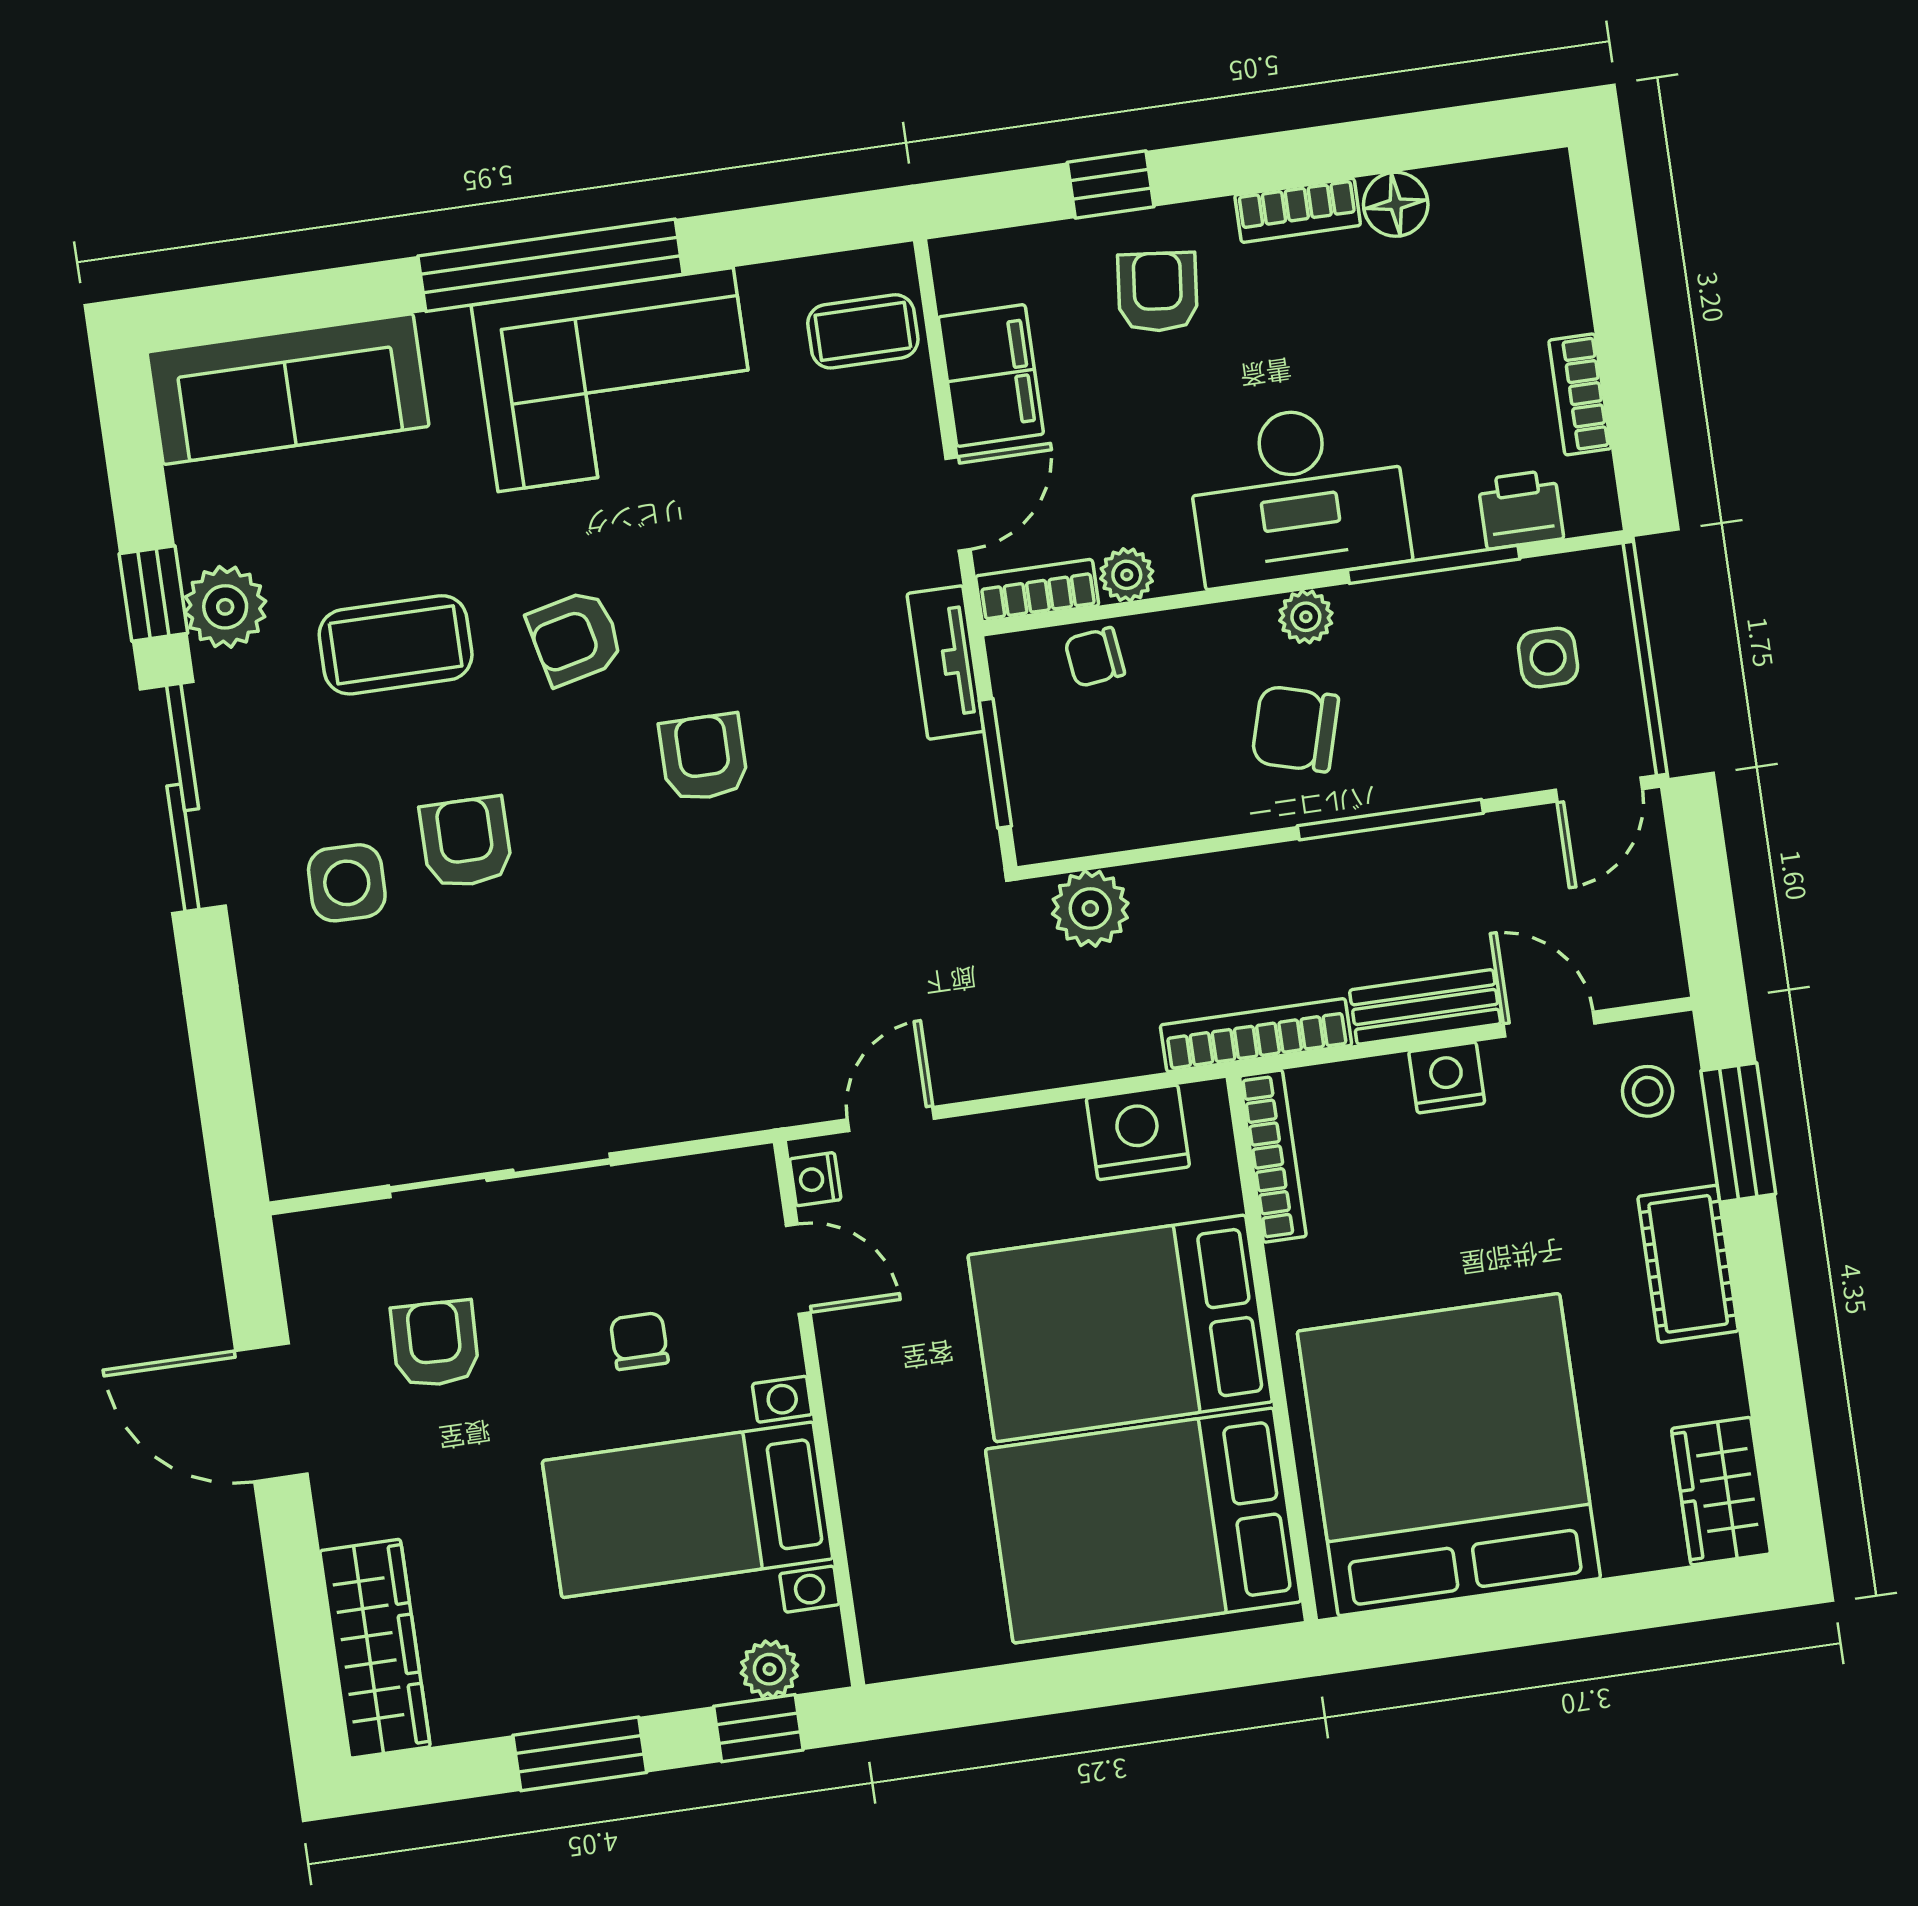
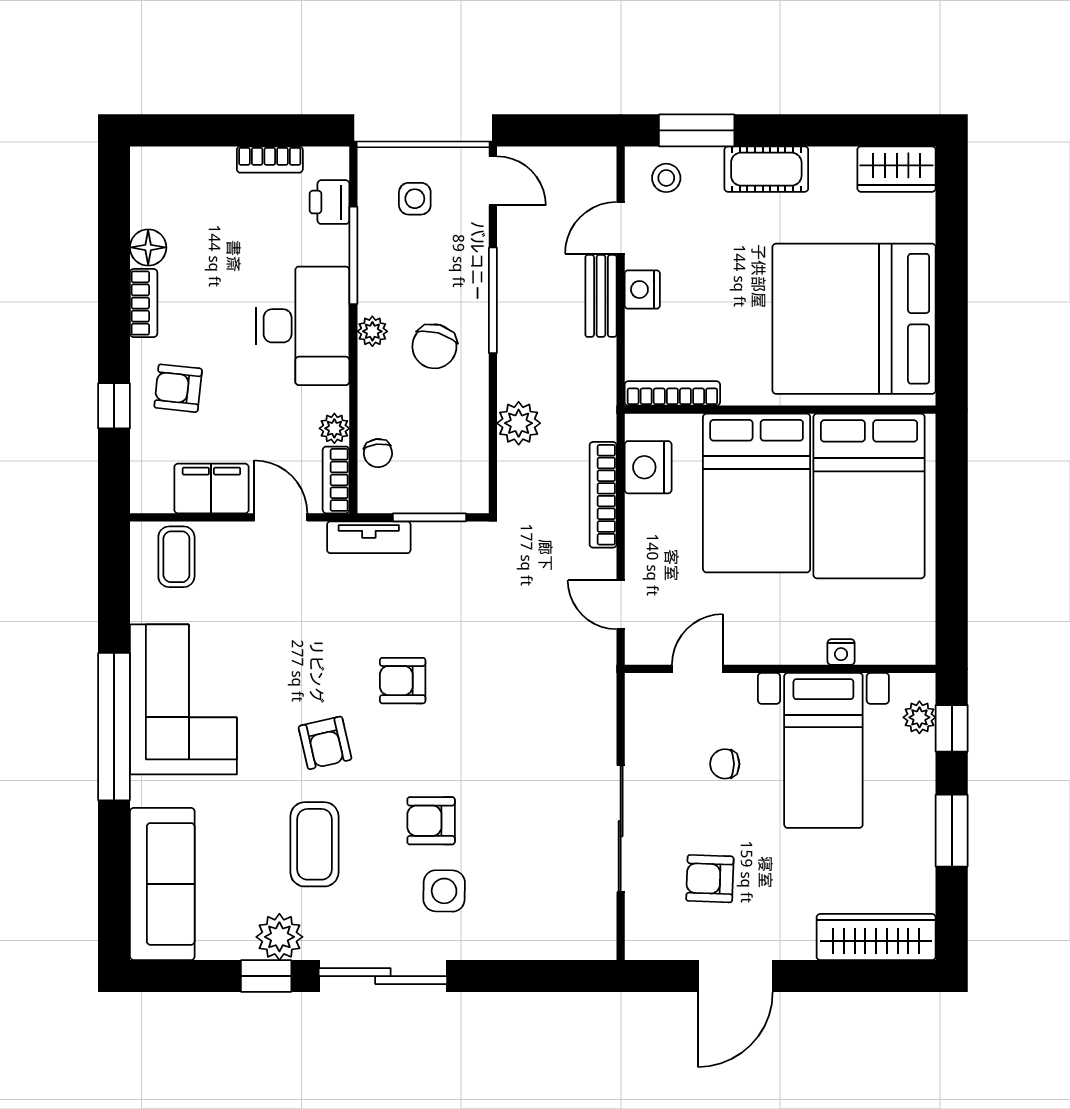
plant: (1090, 909) -> (519, 423), moved
bookcase: (1256, 1035) -> (603, 495), moved
nightstand: (815, 1179) -> (841, 652), moved

